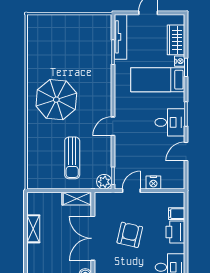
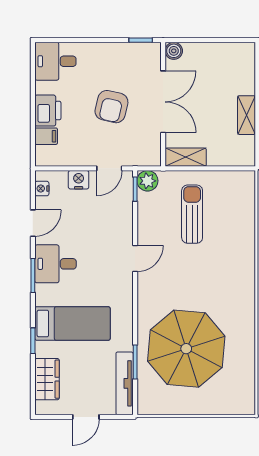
nightstand: (180, 61) -> (42, 189), moved
parasol: (56, 100) -> (186, 349), moved, width x1.36, depth x1.36

